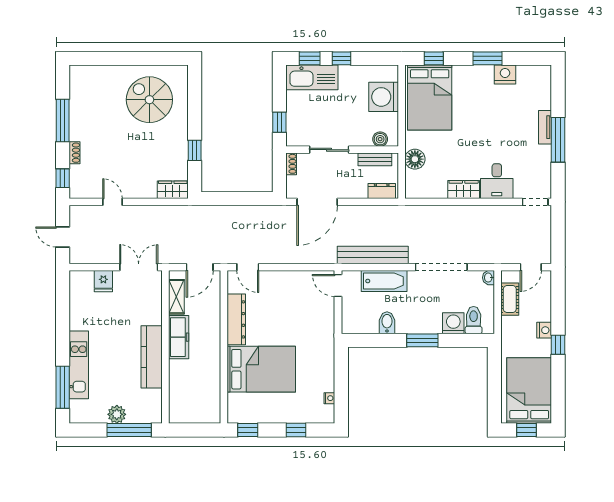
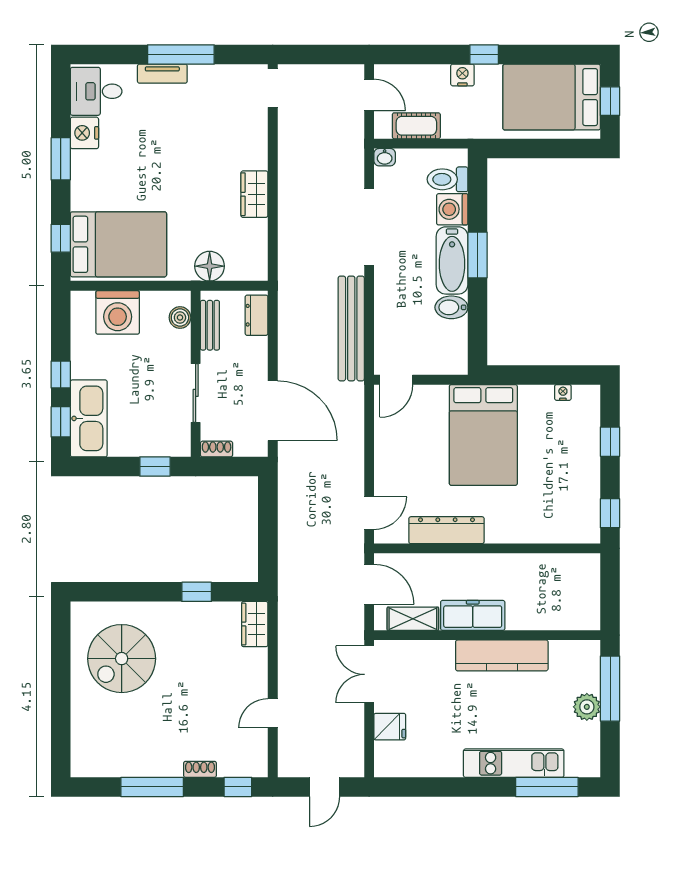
desk: (497, 181) -> (96, 91), moved, turned 180
bathtub: (384, 281) -> (452, 260), moved, turned 180
bed: (261, 369) -> (483, 435), moved, turned 180

